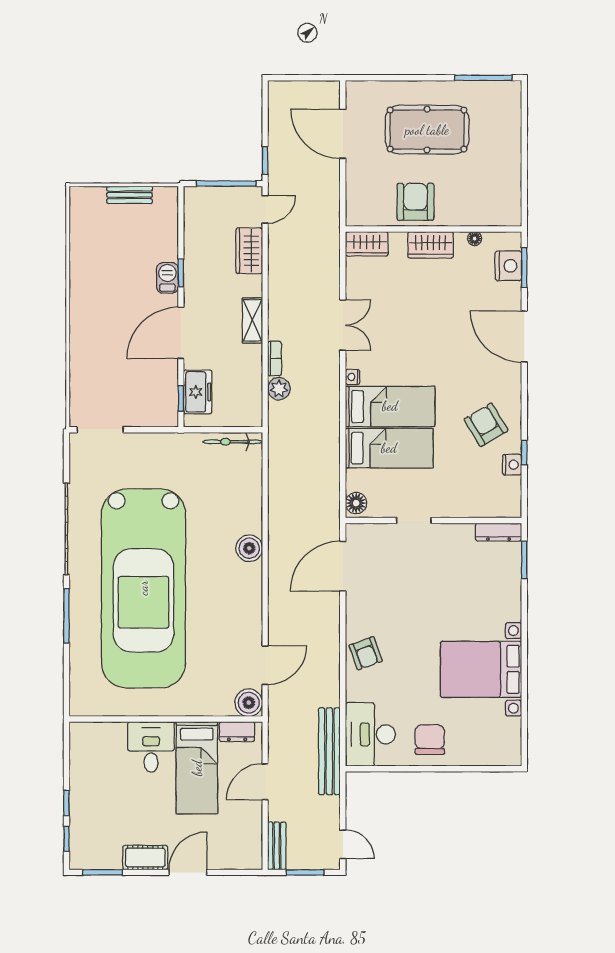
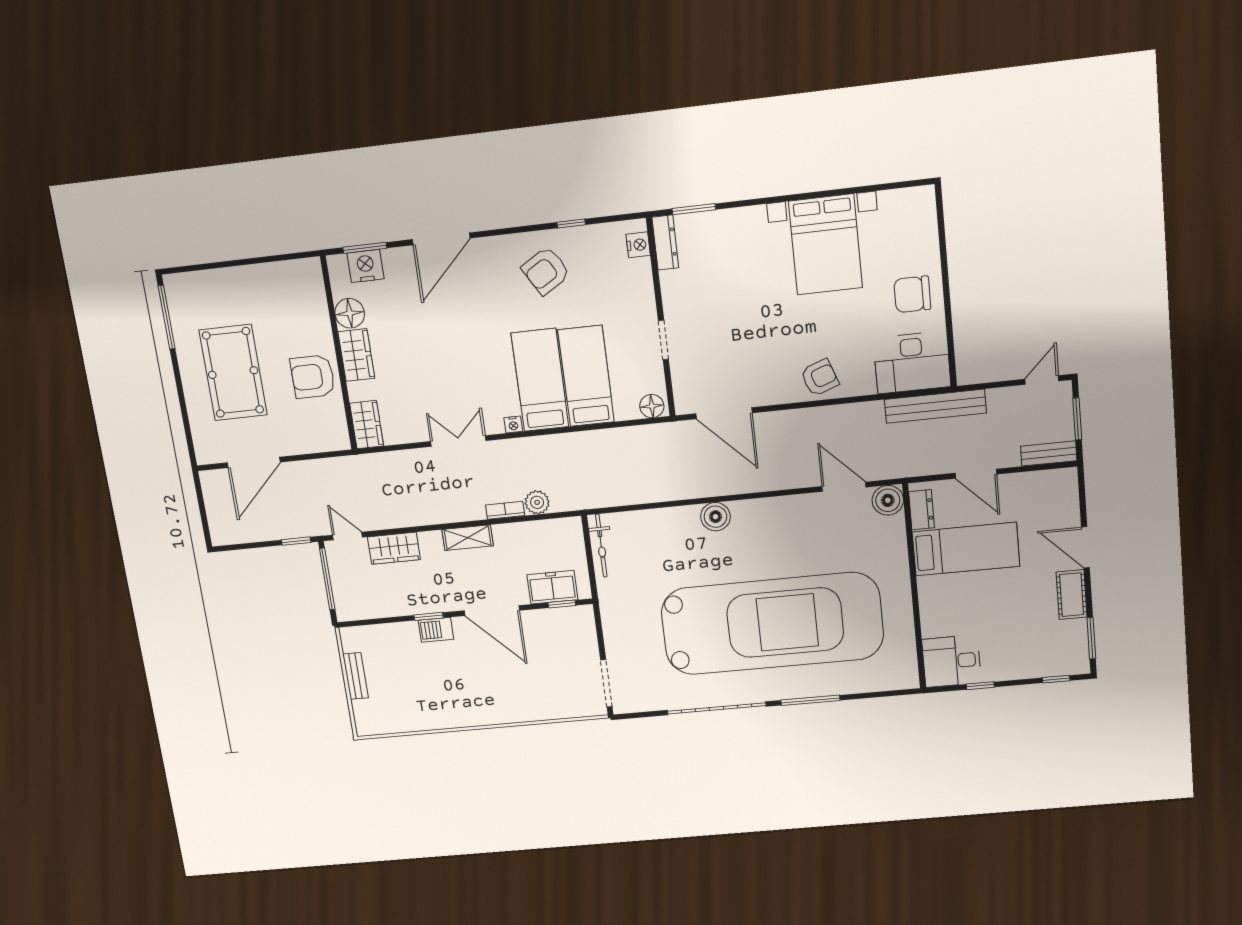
floor lamp: (475, 239) -> (350, 313), width x1.89, depth x1.89
nightstand: (512, 465) -> (638, 245), moved, turned 90
desk: (151, 747) -> (952, 661), moved
window: (66, 803) -> (980, 686), moved

